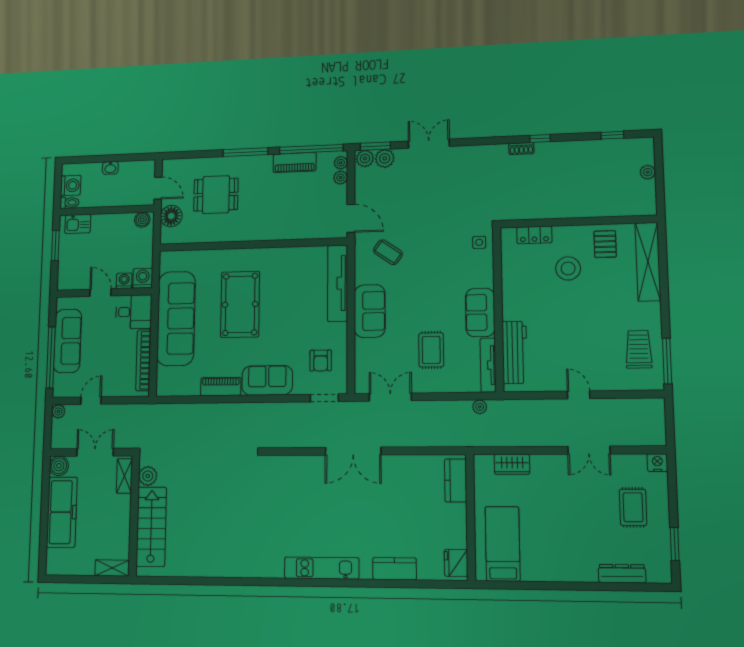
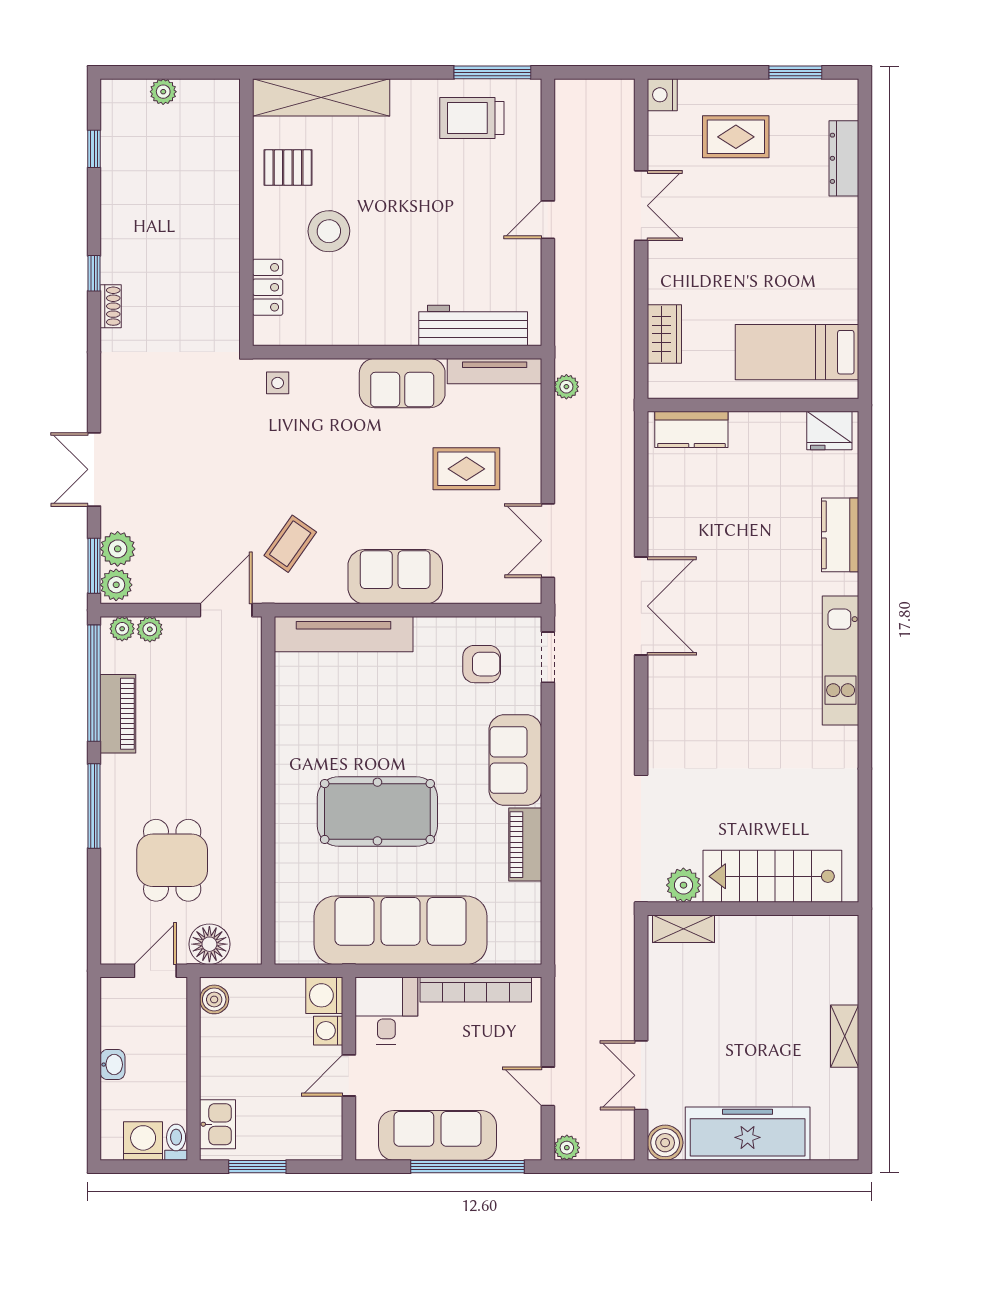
shelving: (124, 476) -> (683, 929), moved
plant: (148, 476) -> (683, 885), moved
wall: (134, 516) -> (753, 909), moved
stairs: (151, 527) -> (772, 876), moved

